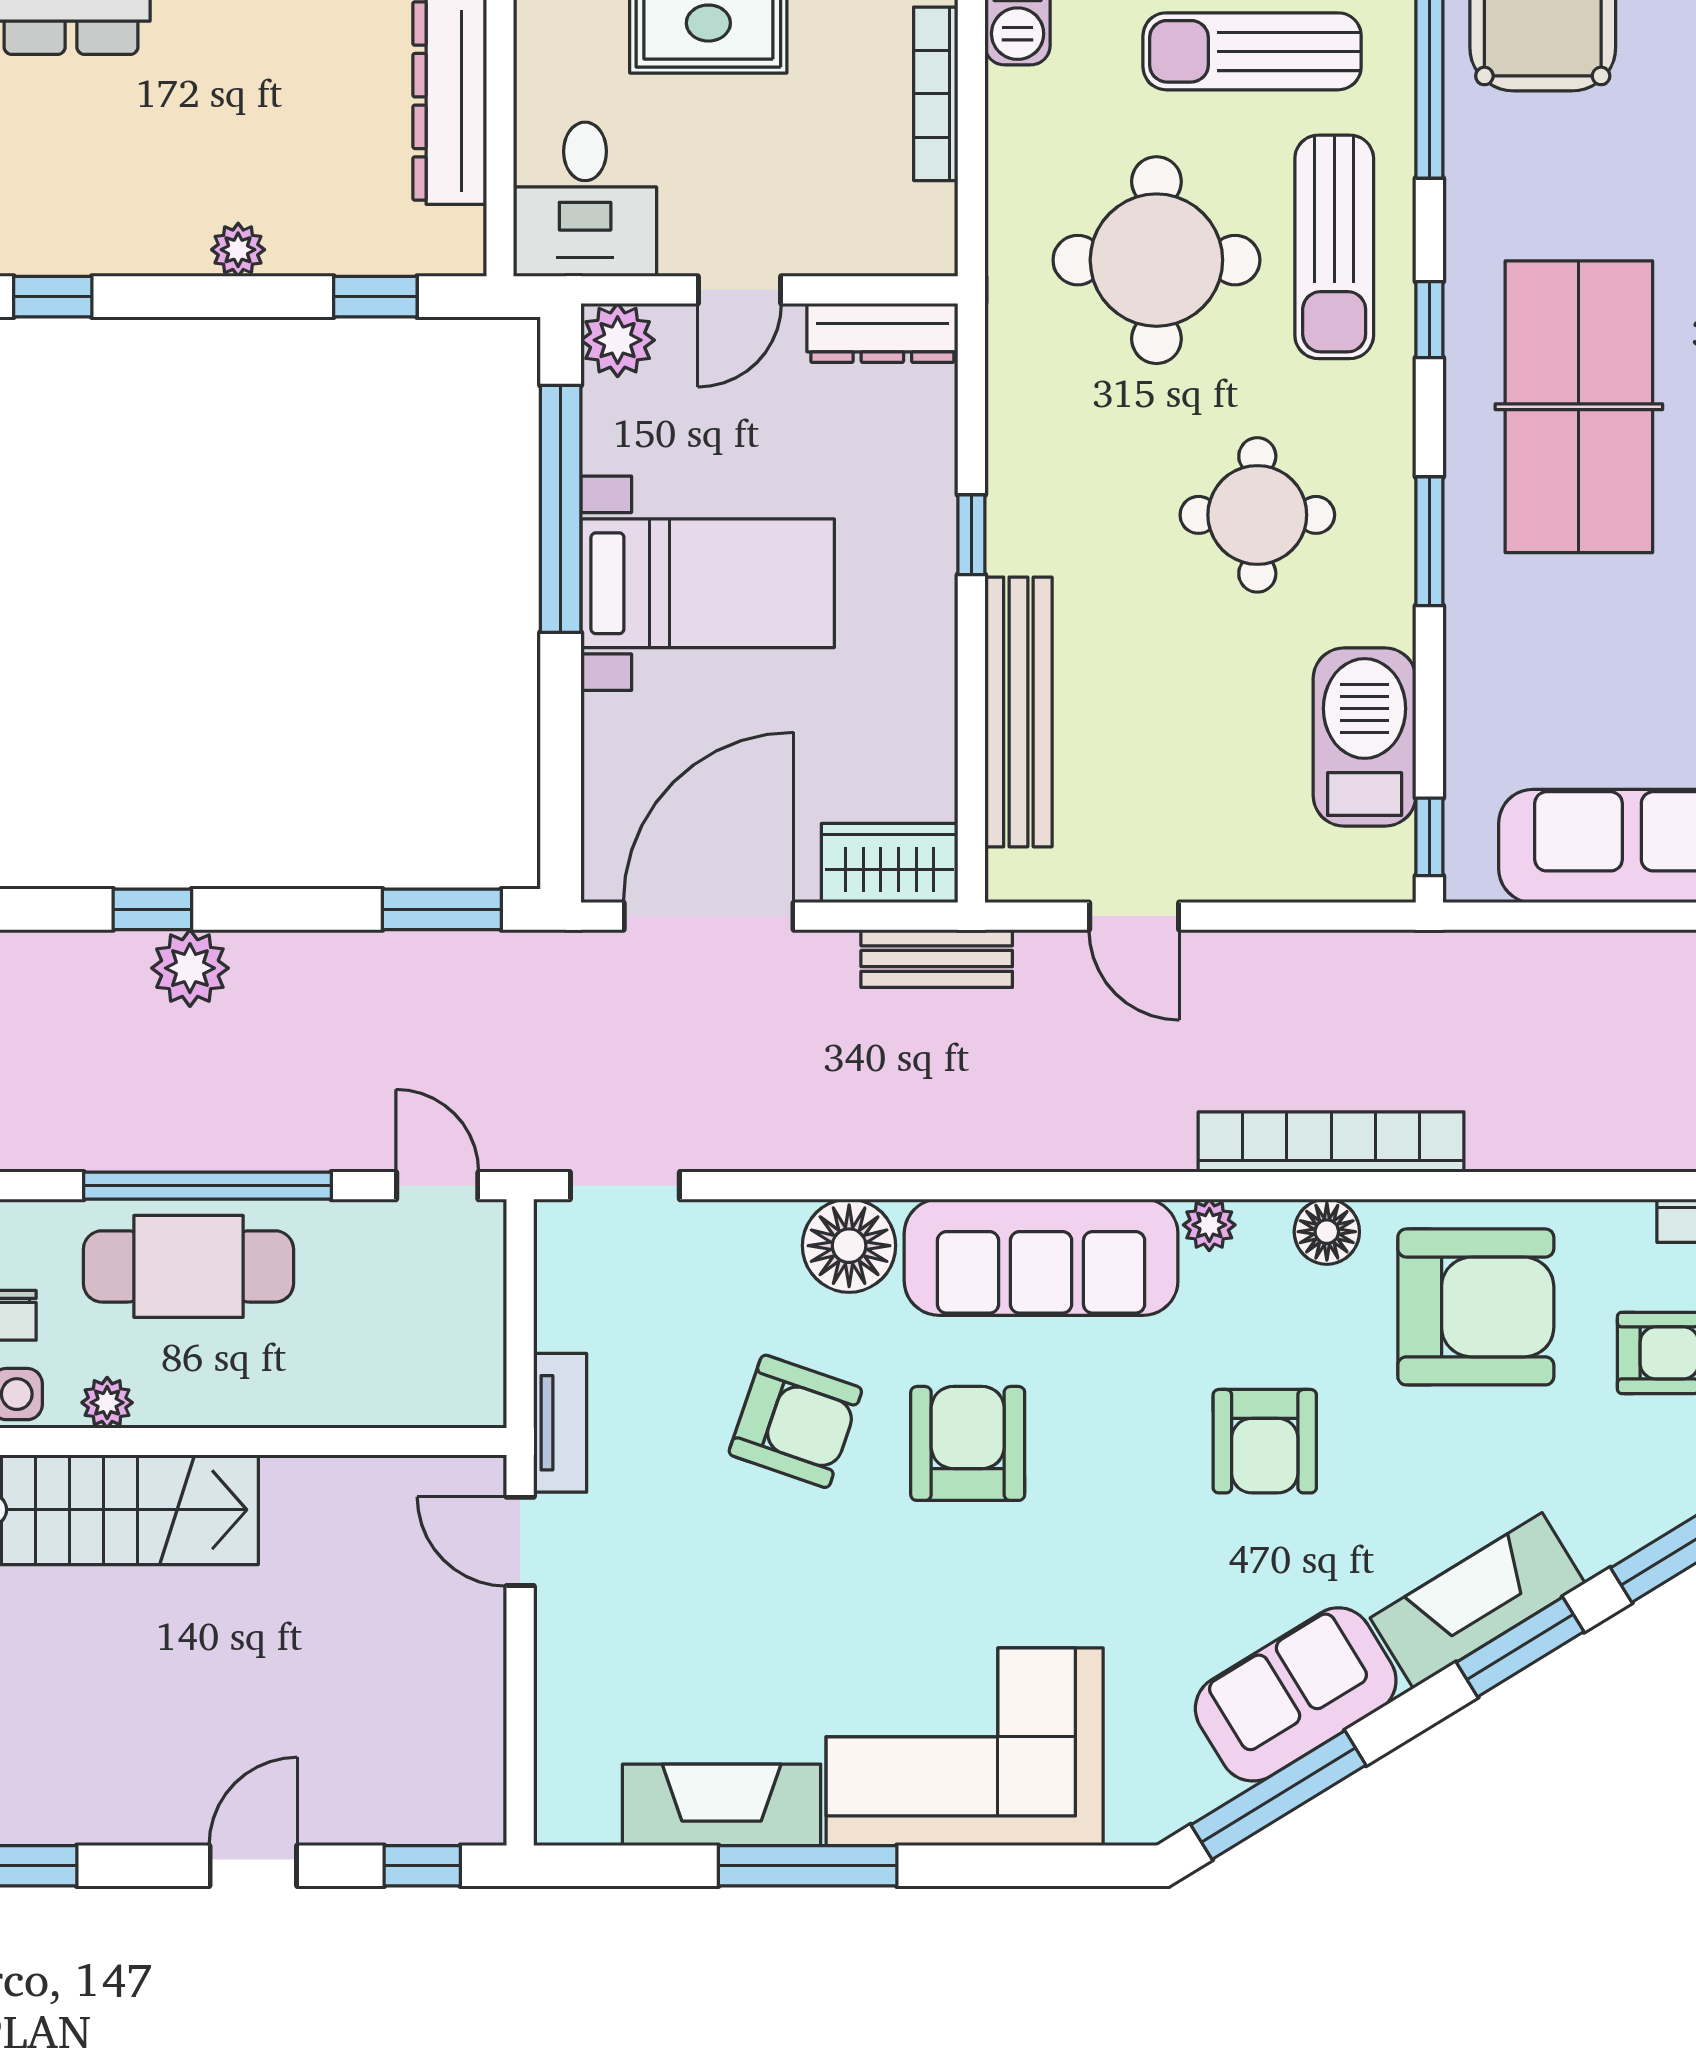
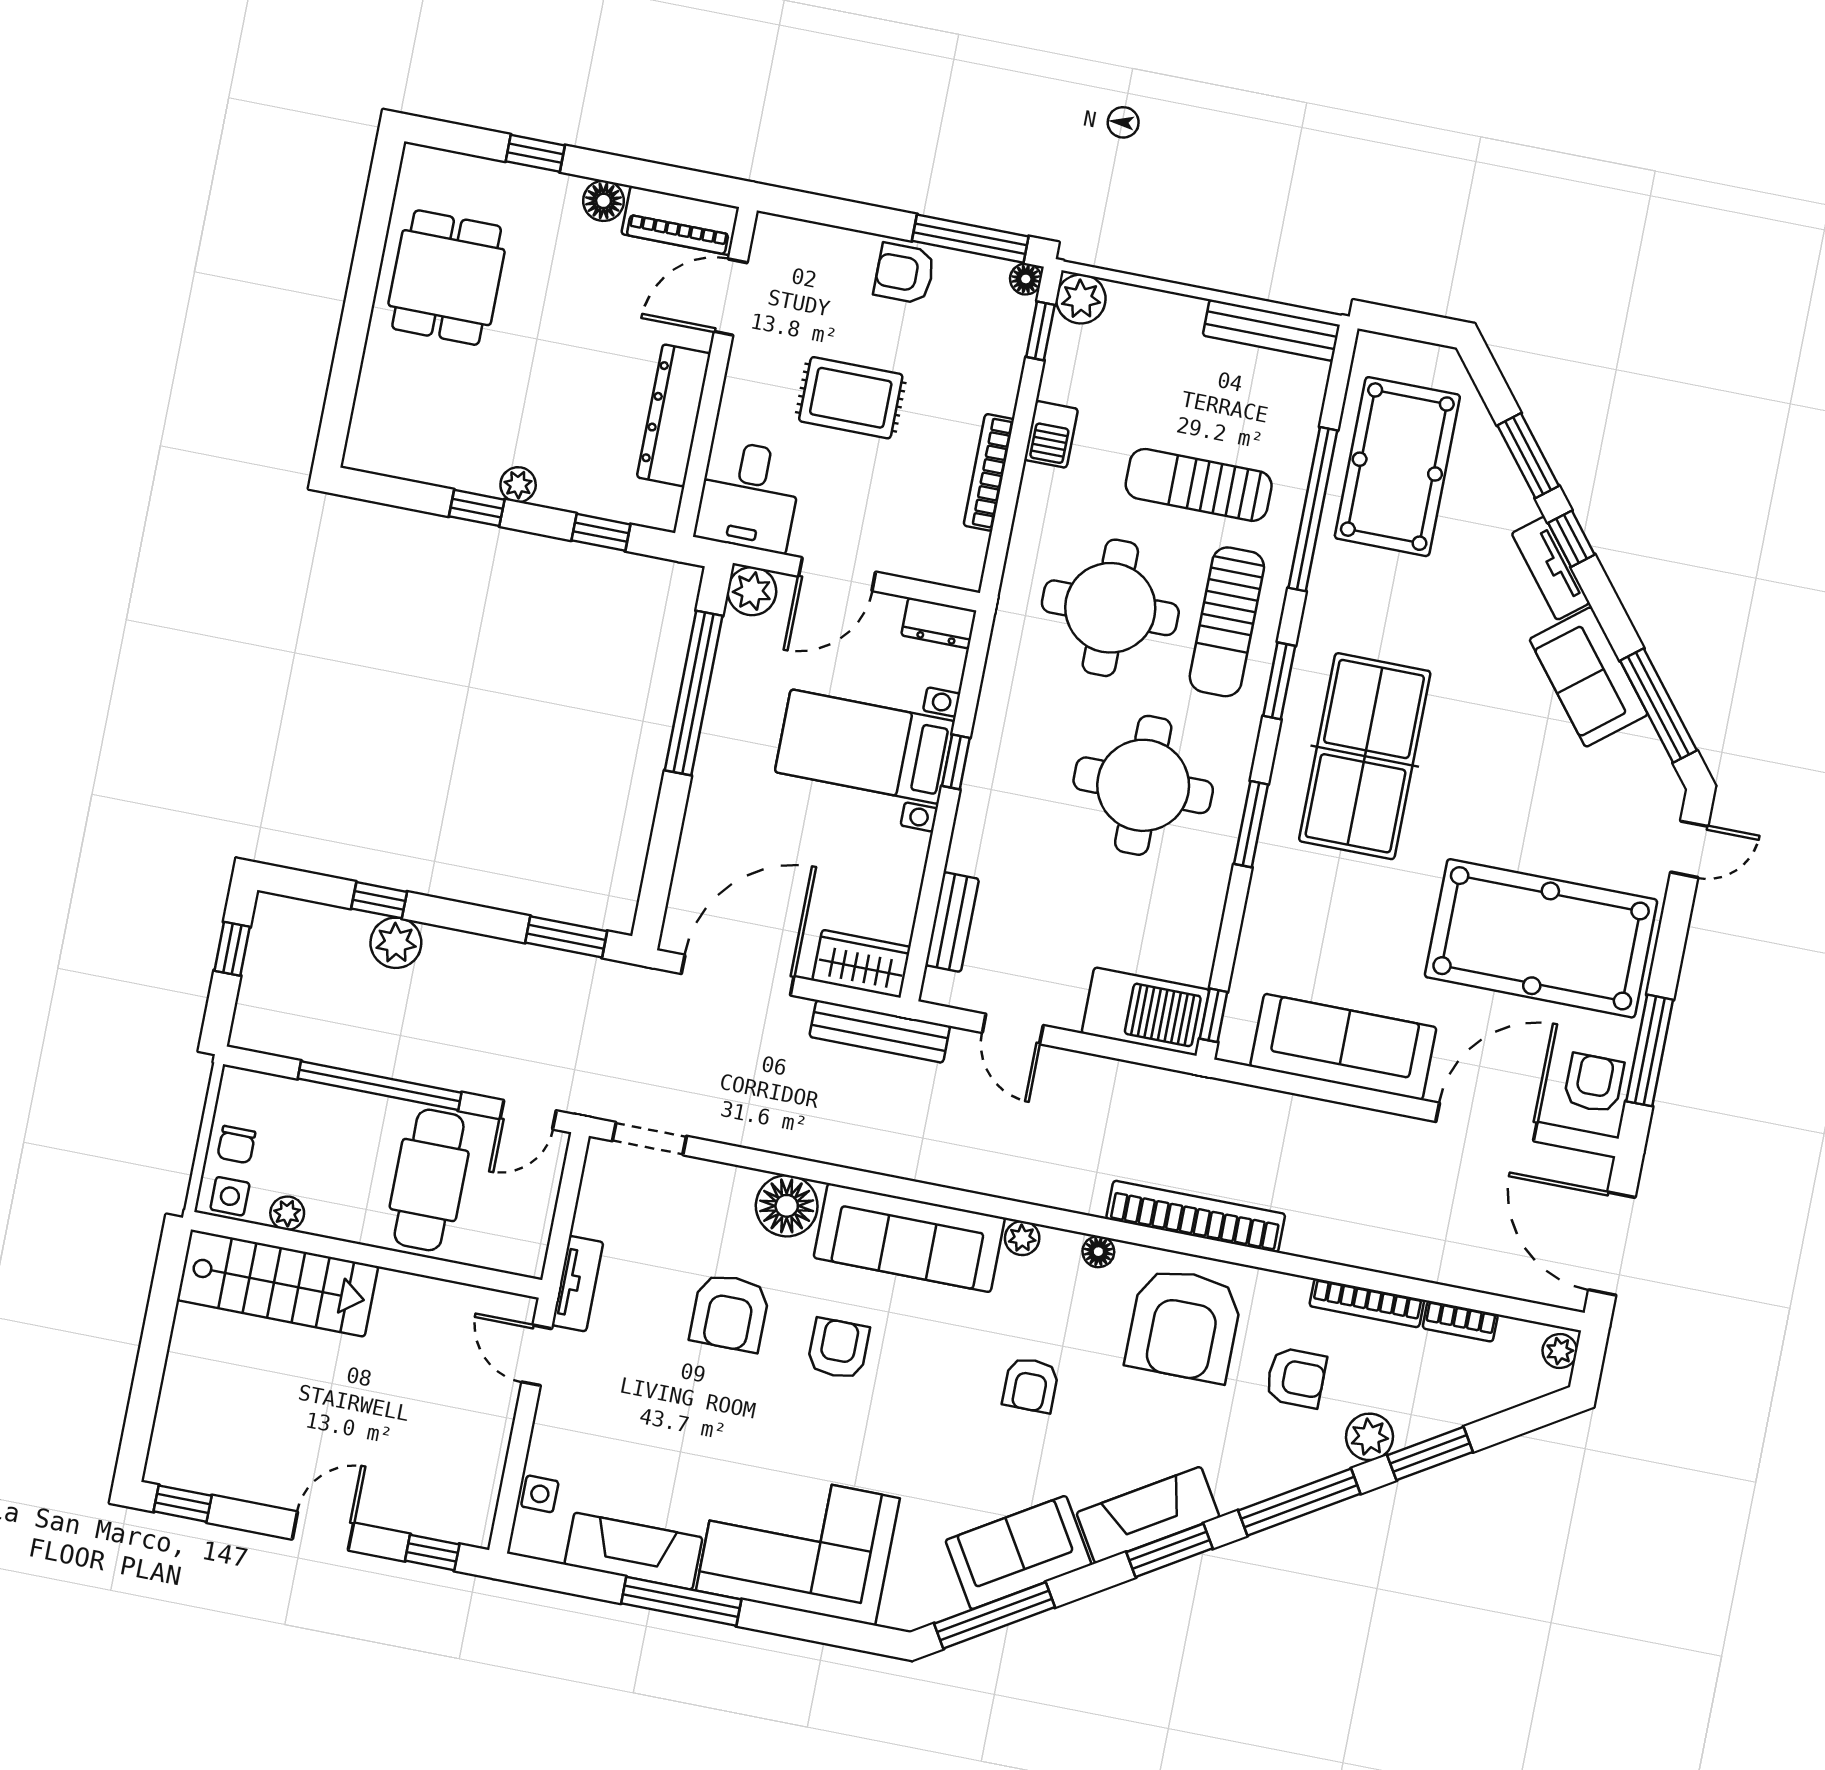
door: (739, 290) -> (837, 574), width x1.38
window: (53, 297) -> (477, 508), moved
window: (1429, 320) -> (1279, 681), width x1.50
dresser: (882, 333) -> (939, 623), width x0.70
round table: (1257, 515) -> (1143, 785), width x1.36, depth x1.36
bed with nightstands: (708, 583) -> (865, 747), moved, turned 180
bench: (1018, 712) -> (952, 922), width x0.54, depth x0.82
barbecue: (1365, 737) -> (1146, 1012), moved, turned 90
bench: (937, 959) -> (880, 1031), width x1.36
bookcase: (1331, 1142) -> (1196, 1216), moved
door: (437, 1186) -> (528, 1115), swing flipped
floor lamp: (1327, 1232) -> (1098, 1252), width x0.73, depth x0.73
cafe table: (188, 1266) -> (429, 1180), moved, turned 90
armchair: (1476, 1307) -> (1184, 1325), turned 90
armchair: (795, 1421) -> (730, 1313), turned 71
armchair: (1265, 1441) -> (1031, 1385), width x0.72, depth x0.72
armchair: (968, 1443) -> (838, 1349), width x0.72, depth x0.72
side table: (565, 1747) -> (540, 1494), added

